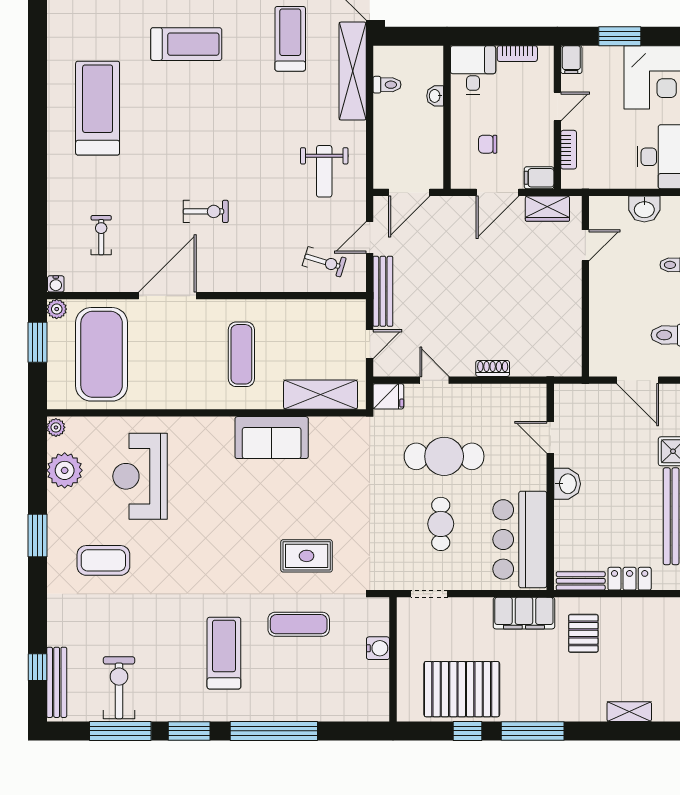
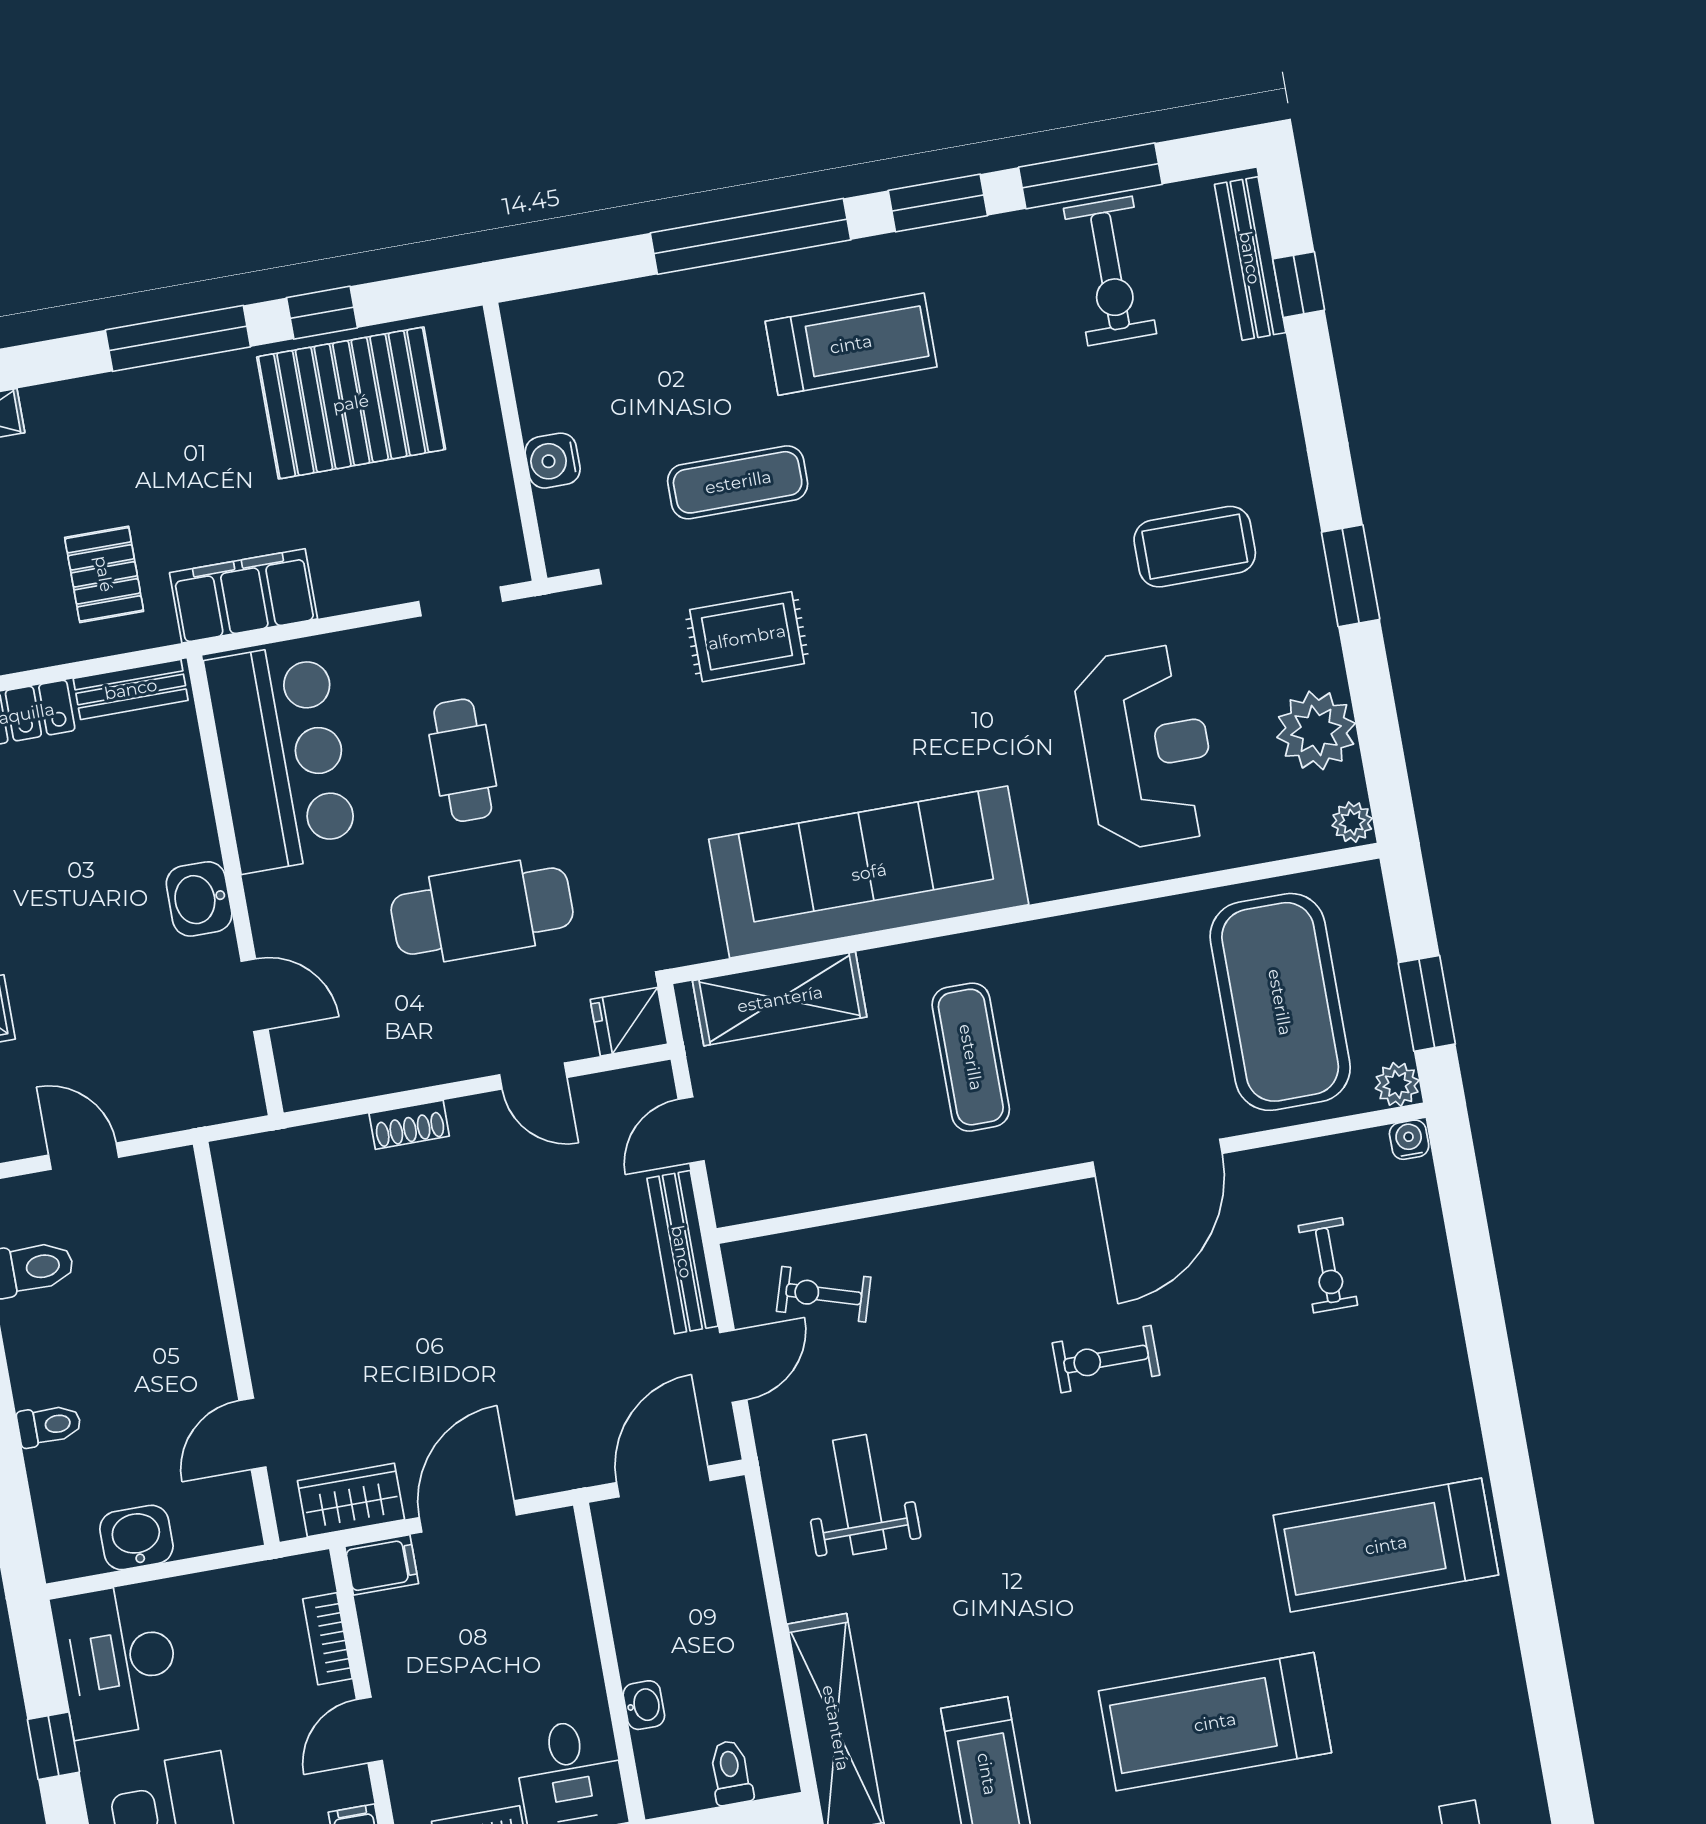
treadmill: (186, 44) -> (1215, 1722), width x1.37, depth x1.38
toilet: (387, 85) -> (731, 1773), moved, turned 90
treadmill: (98, 108) -> (1386, 1545), turned 90
chair: (488, 144) -> (509, 1619), removed
door: (638, 380) -> (84, 1156), width x0.73
sofa: (272, 438) -> (869, 872), width x1.85, depth x1.27
treadmill: (224, 653) -> (851, 344), moved, turned -90

